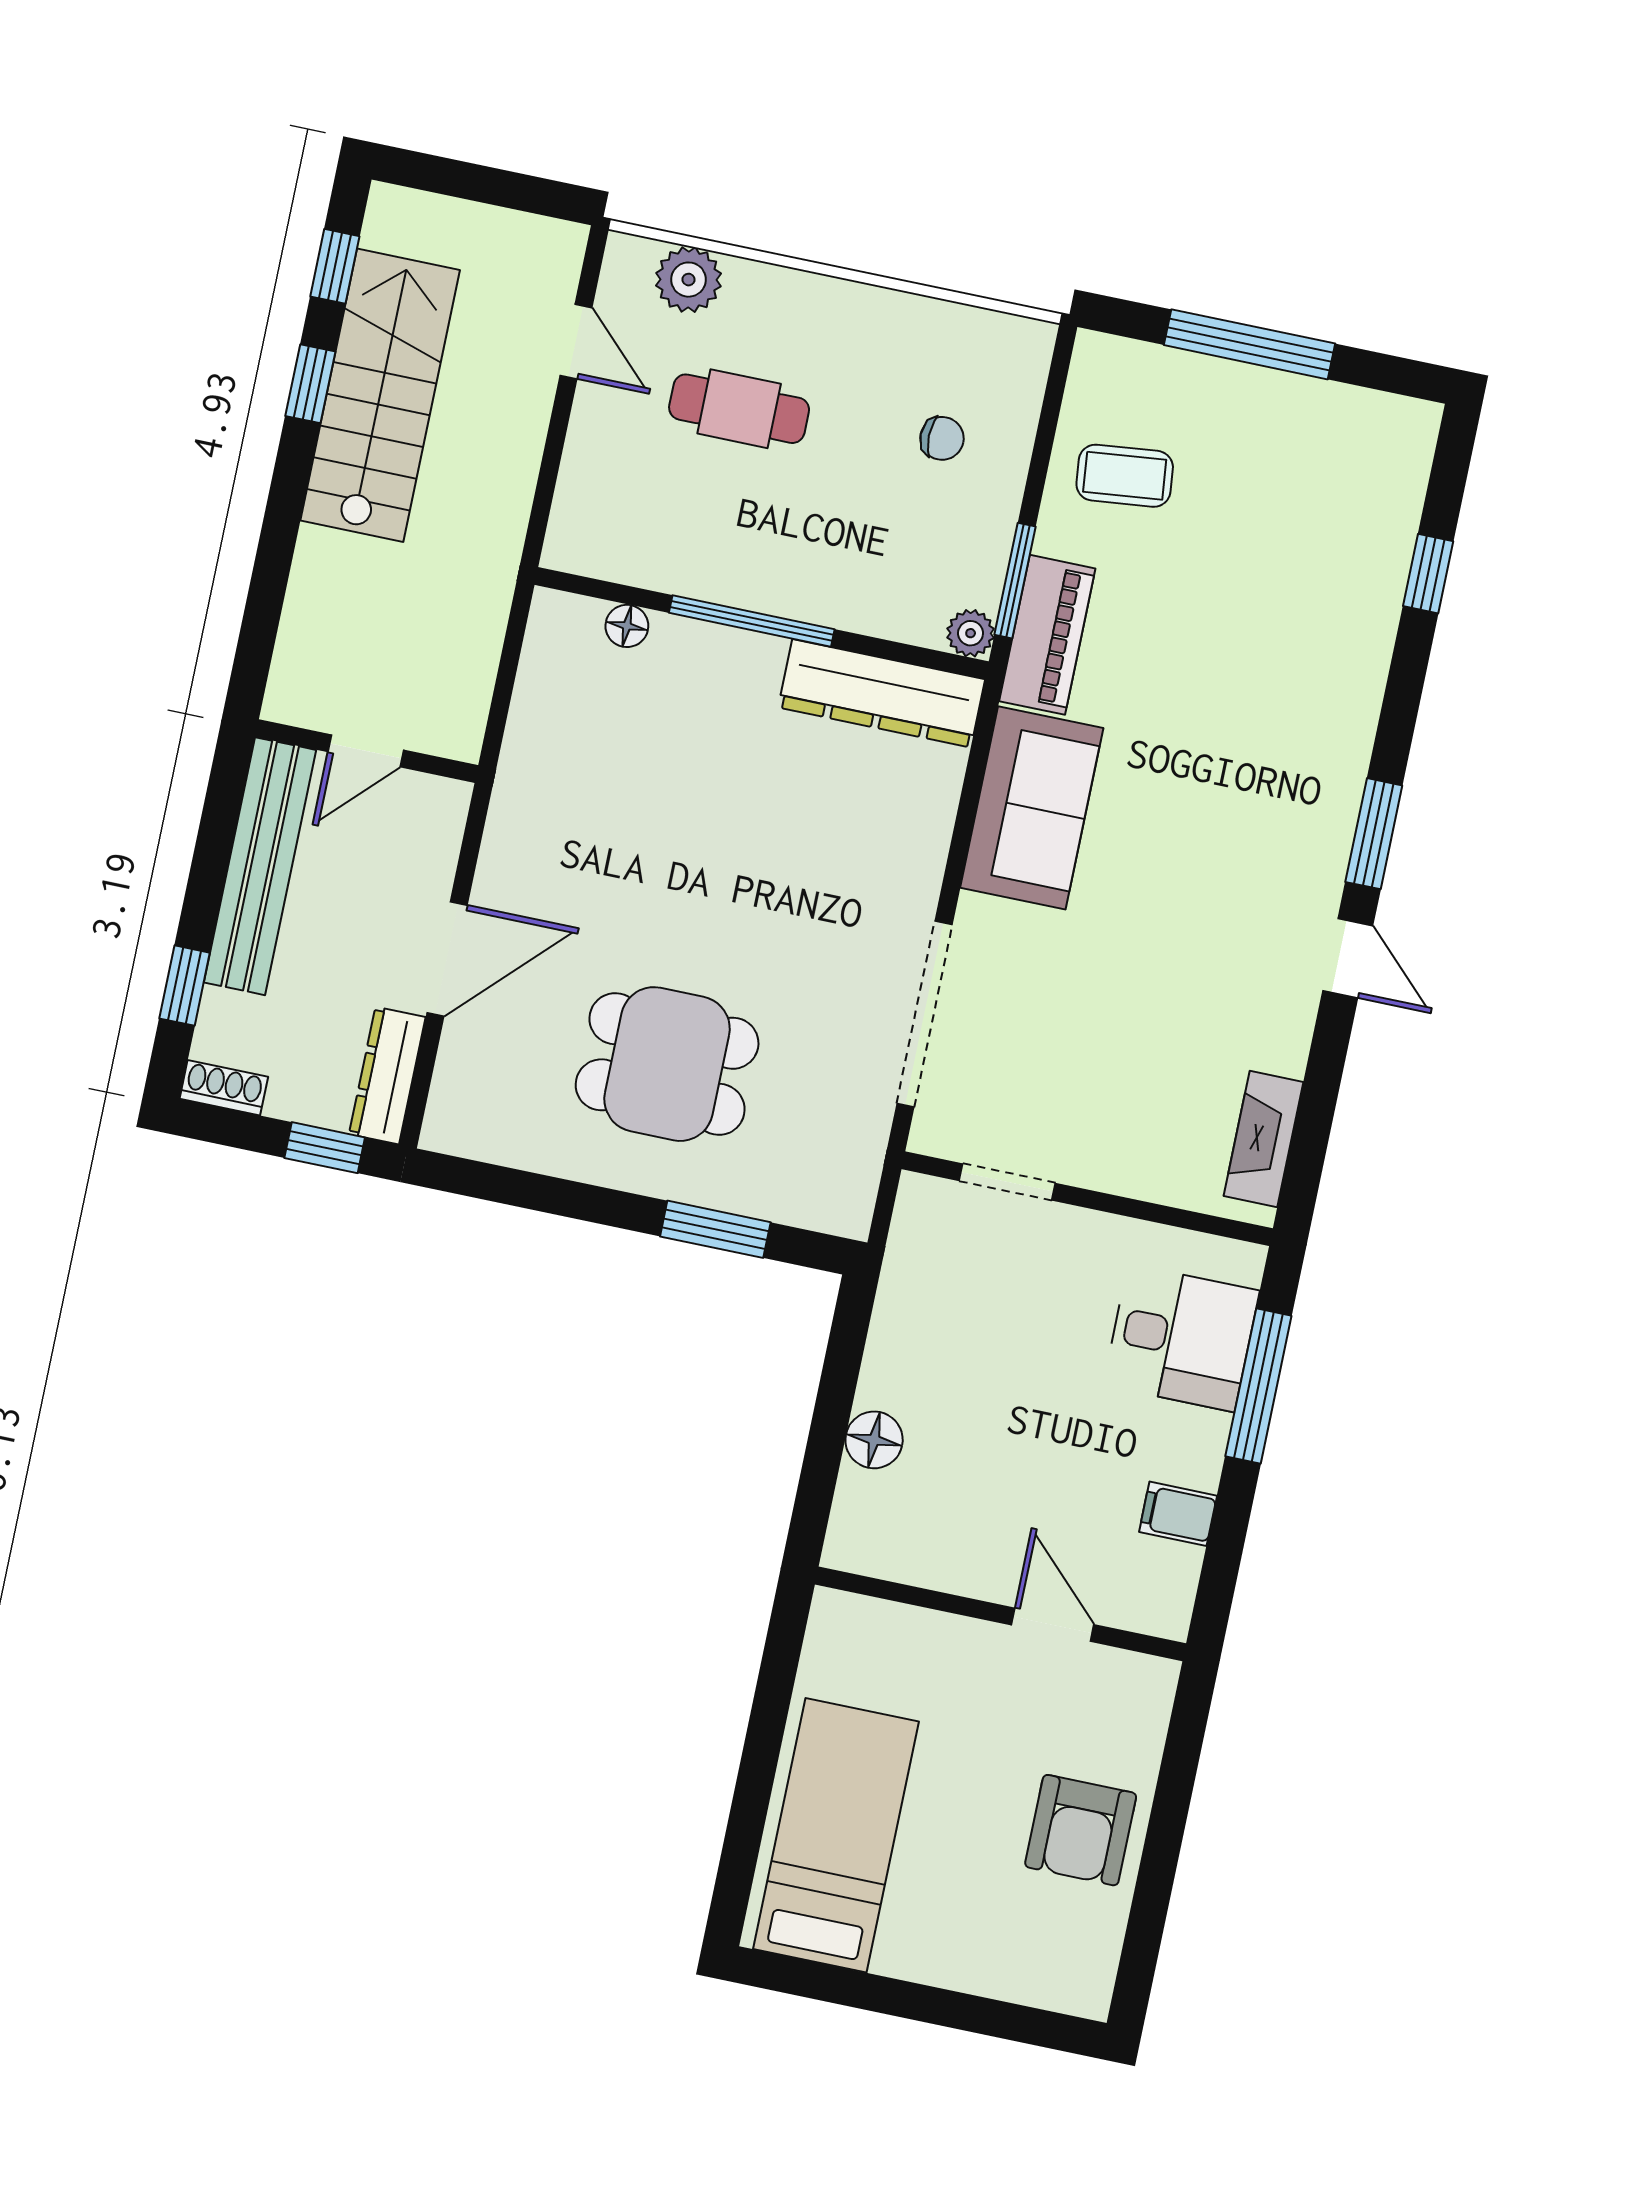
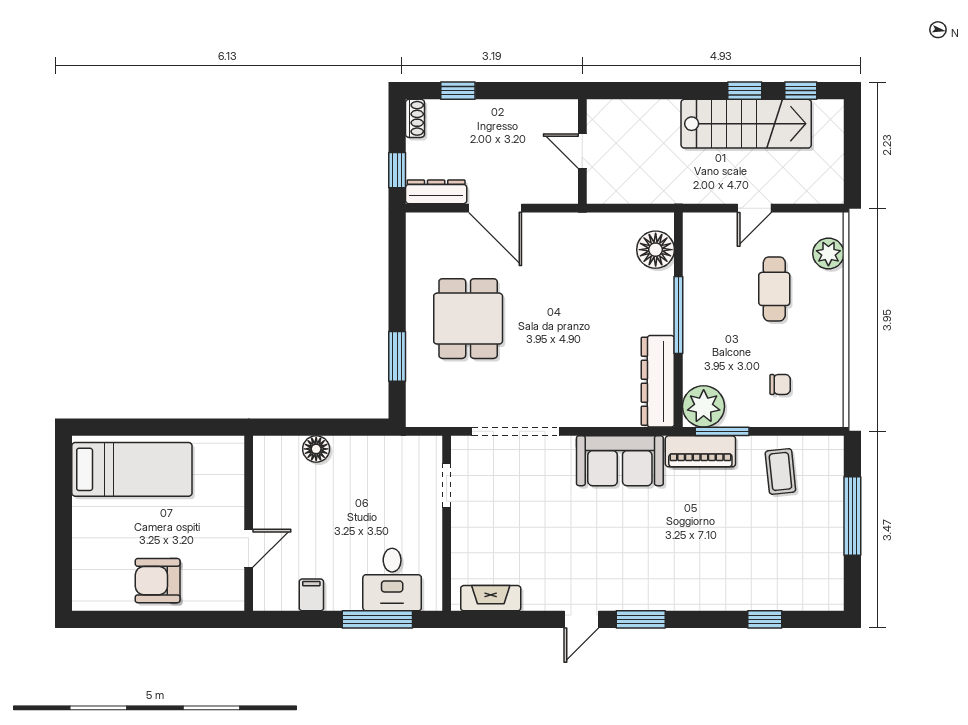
door: (576, 341) -> (754, 208), moved
chair: (942, 438) -> (780, 384), turned -90
floor lamp: (627, 626) -> (656, 250), width x1.89, depth x1.89
plant: (971, 633) -> (704, 406), width x1.87, depth x1.87
bench: (260, 866) -> (520, 114), removed

